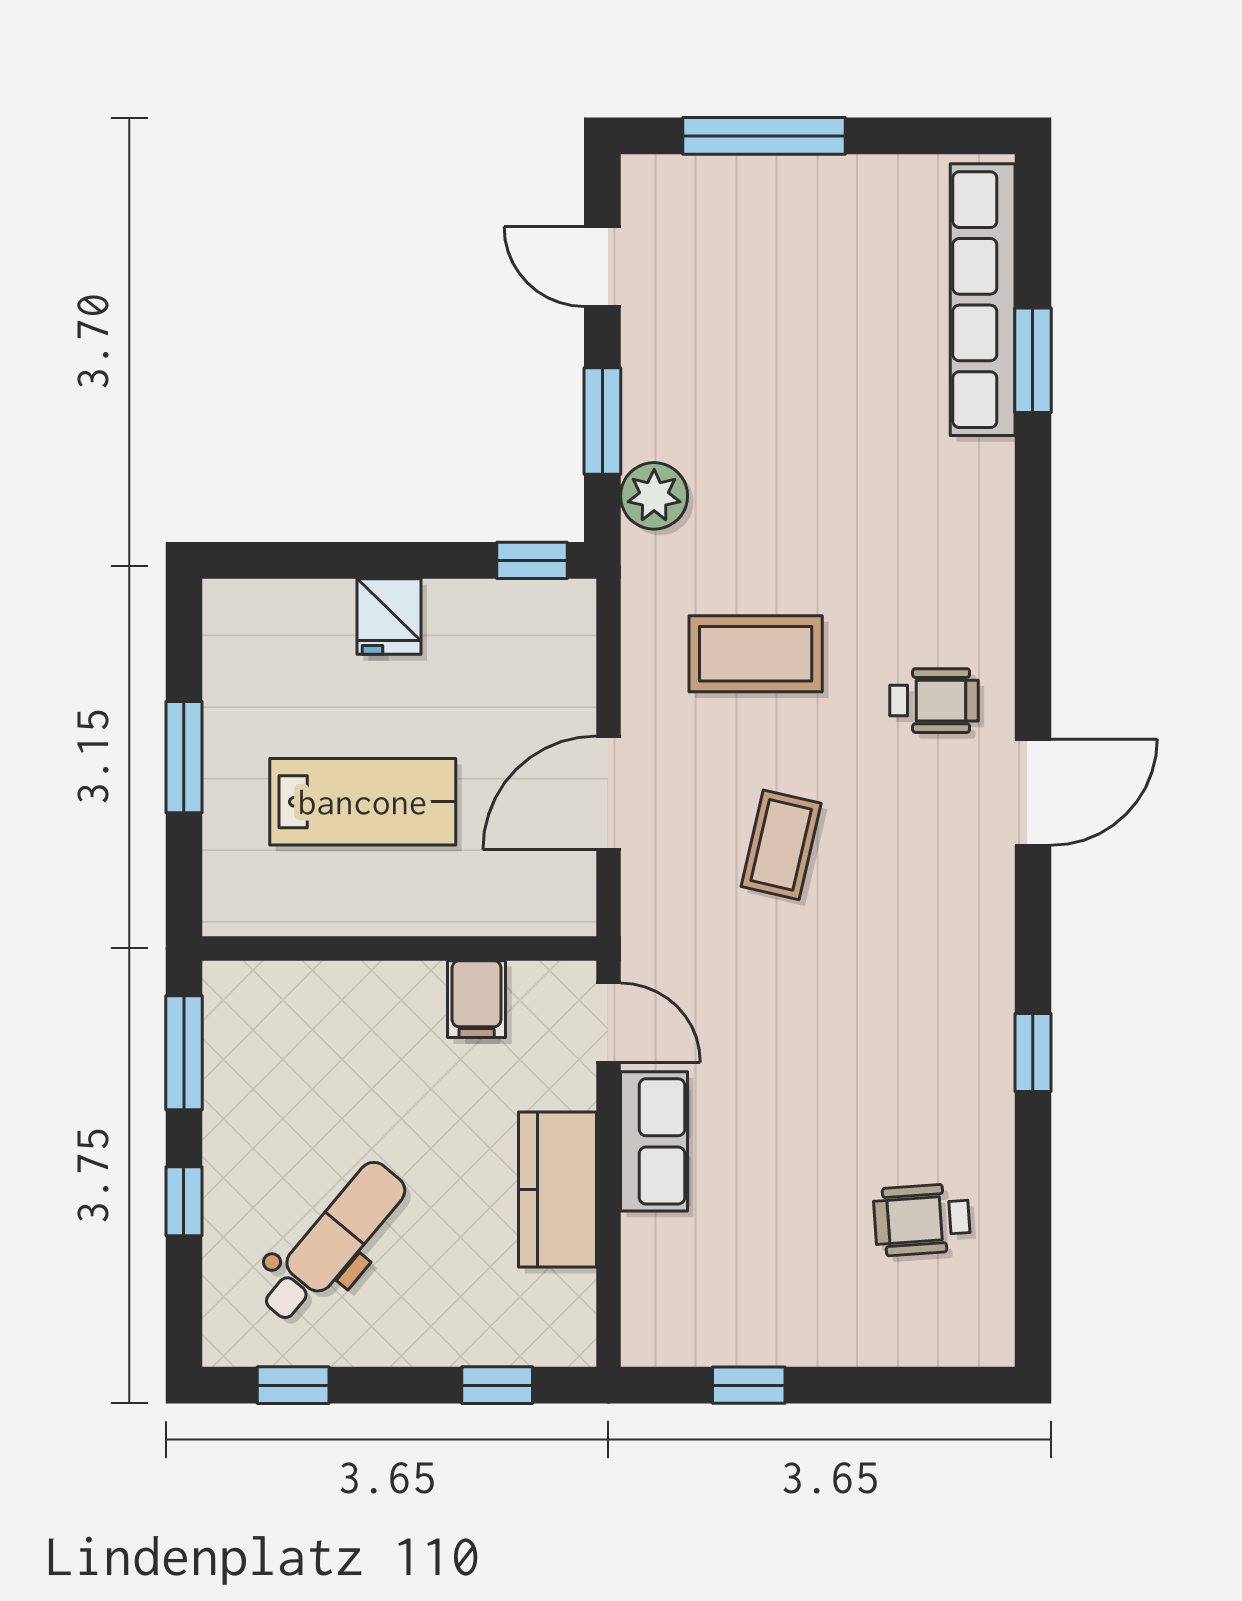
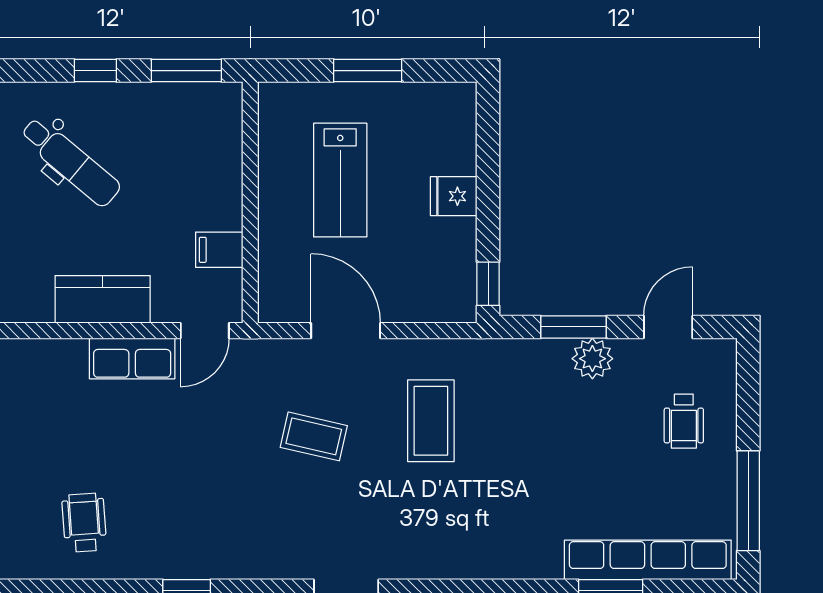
window: (764, 136) -> (748, 501), moved
plant: (654, 496) -> (592, 359), moved
wheelchair: (934, 701) -> (684, 421), moved

